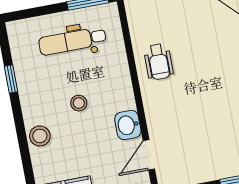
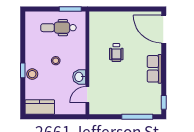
wheelchair: (159, 62) -> (116, 52), moved
window: (11, 79) -> (23, 70), moved

